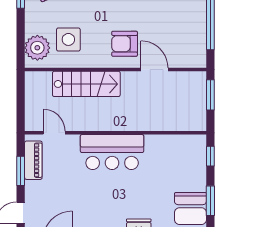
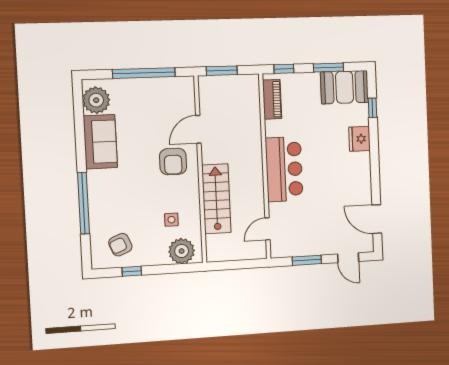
side table: (68, 39) -> (171, 220), width x0.54, depth x0.54
piano: (33, 160) -> (272, 99), moved, turned 90

